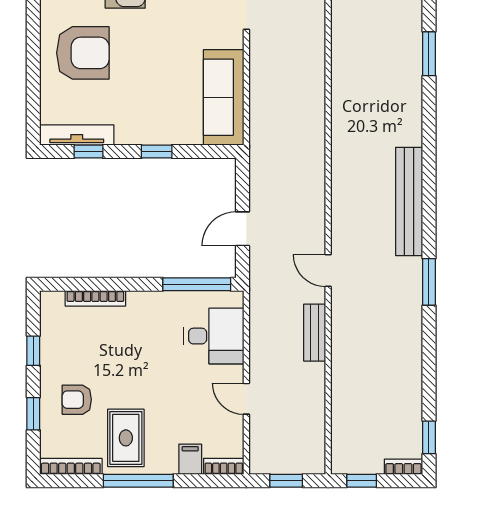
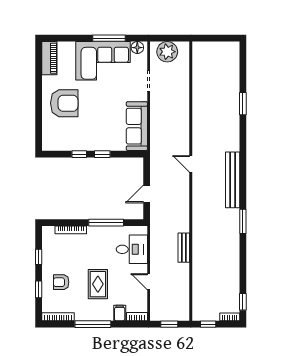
tv unit: (77, 135) -> (61, 146), removed
window: (88, 151) -> (79, 154), moved
door: (328, 270) -> (191, 164), moved
window: (197, 284) -> (106, 223), moved
rug: (126, 438) -> (98, 284), moved

